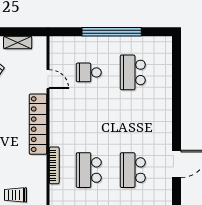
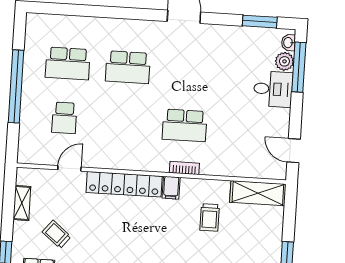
filing cabinet: (38, 162) -> (171, 188), added
bookcase: (54, 165) -> (184, 168), width x0.64
school desk: (133, 170) -> (128, 67), moved

